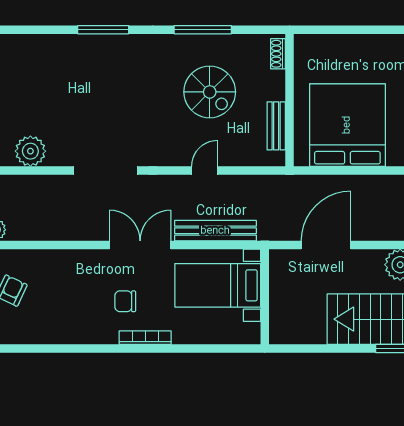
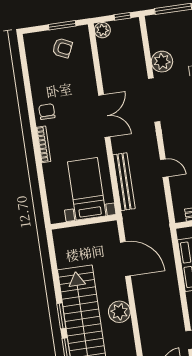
plant: (30, 151) -> (162, 62), moved
double door: (140, 245) -> (104, 116), moved
chair: (125, 301) -> (47, 112), moved

